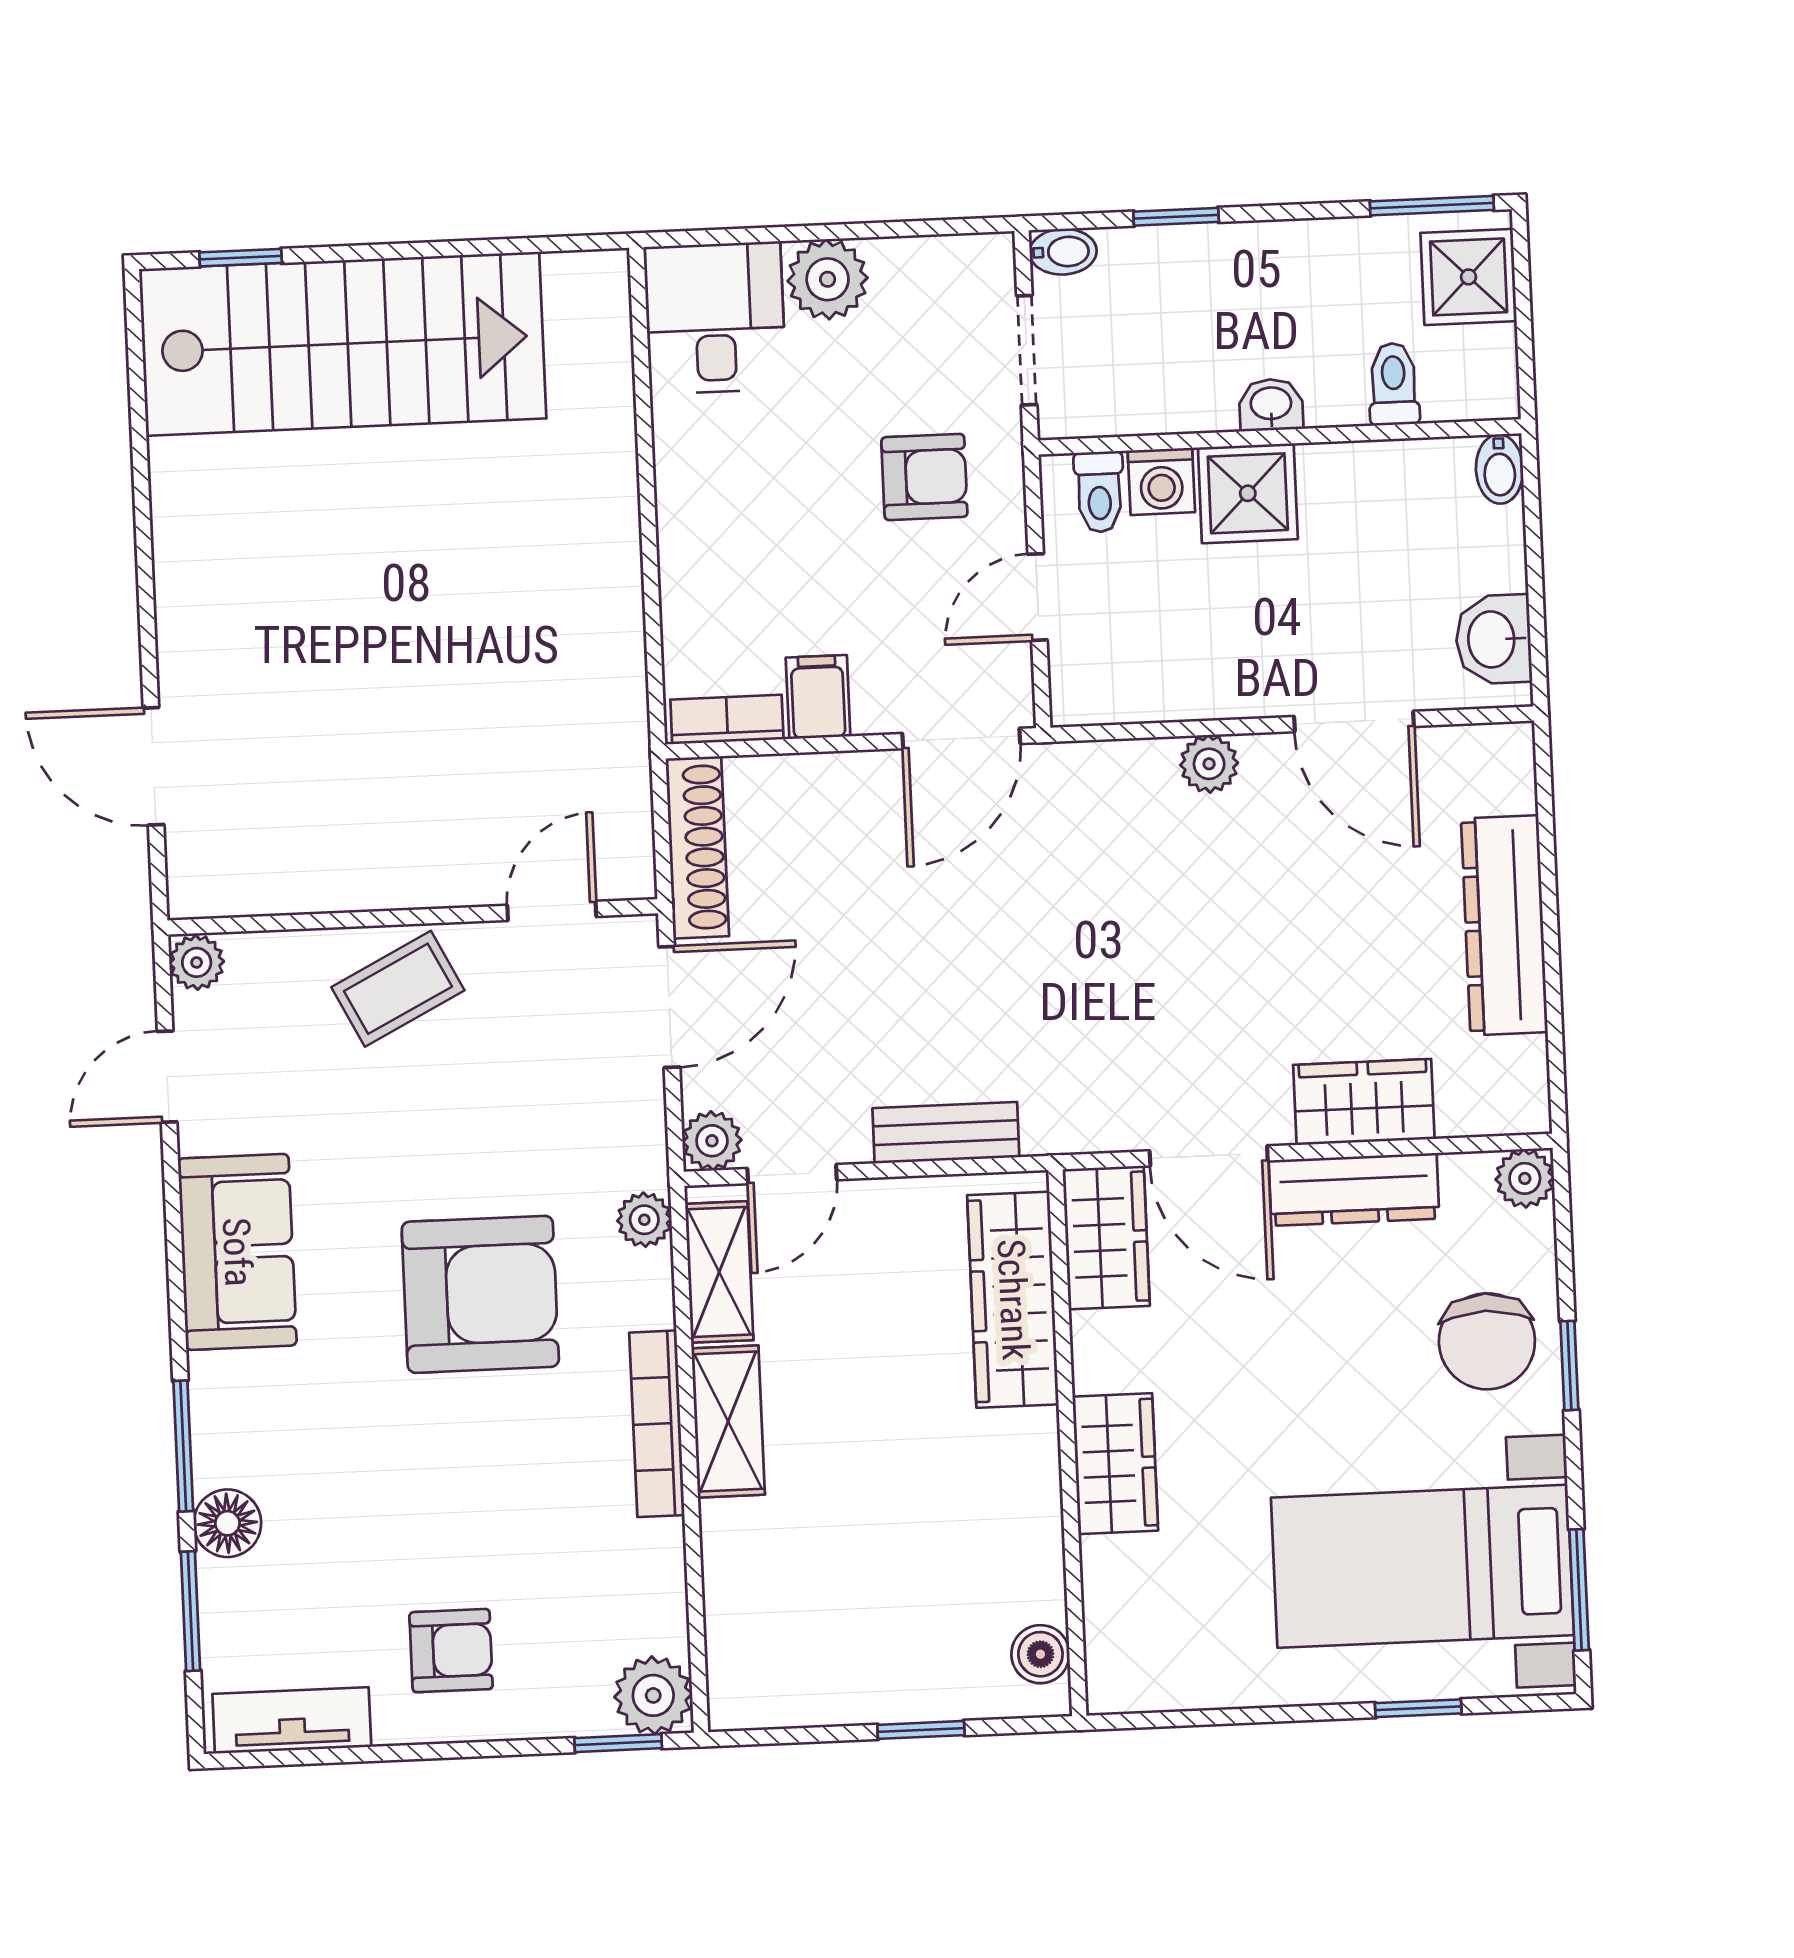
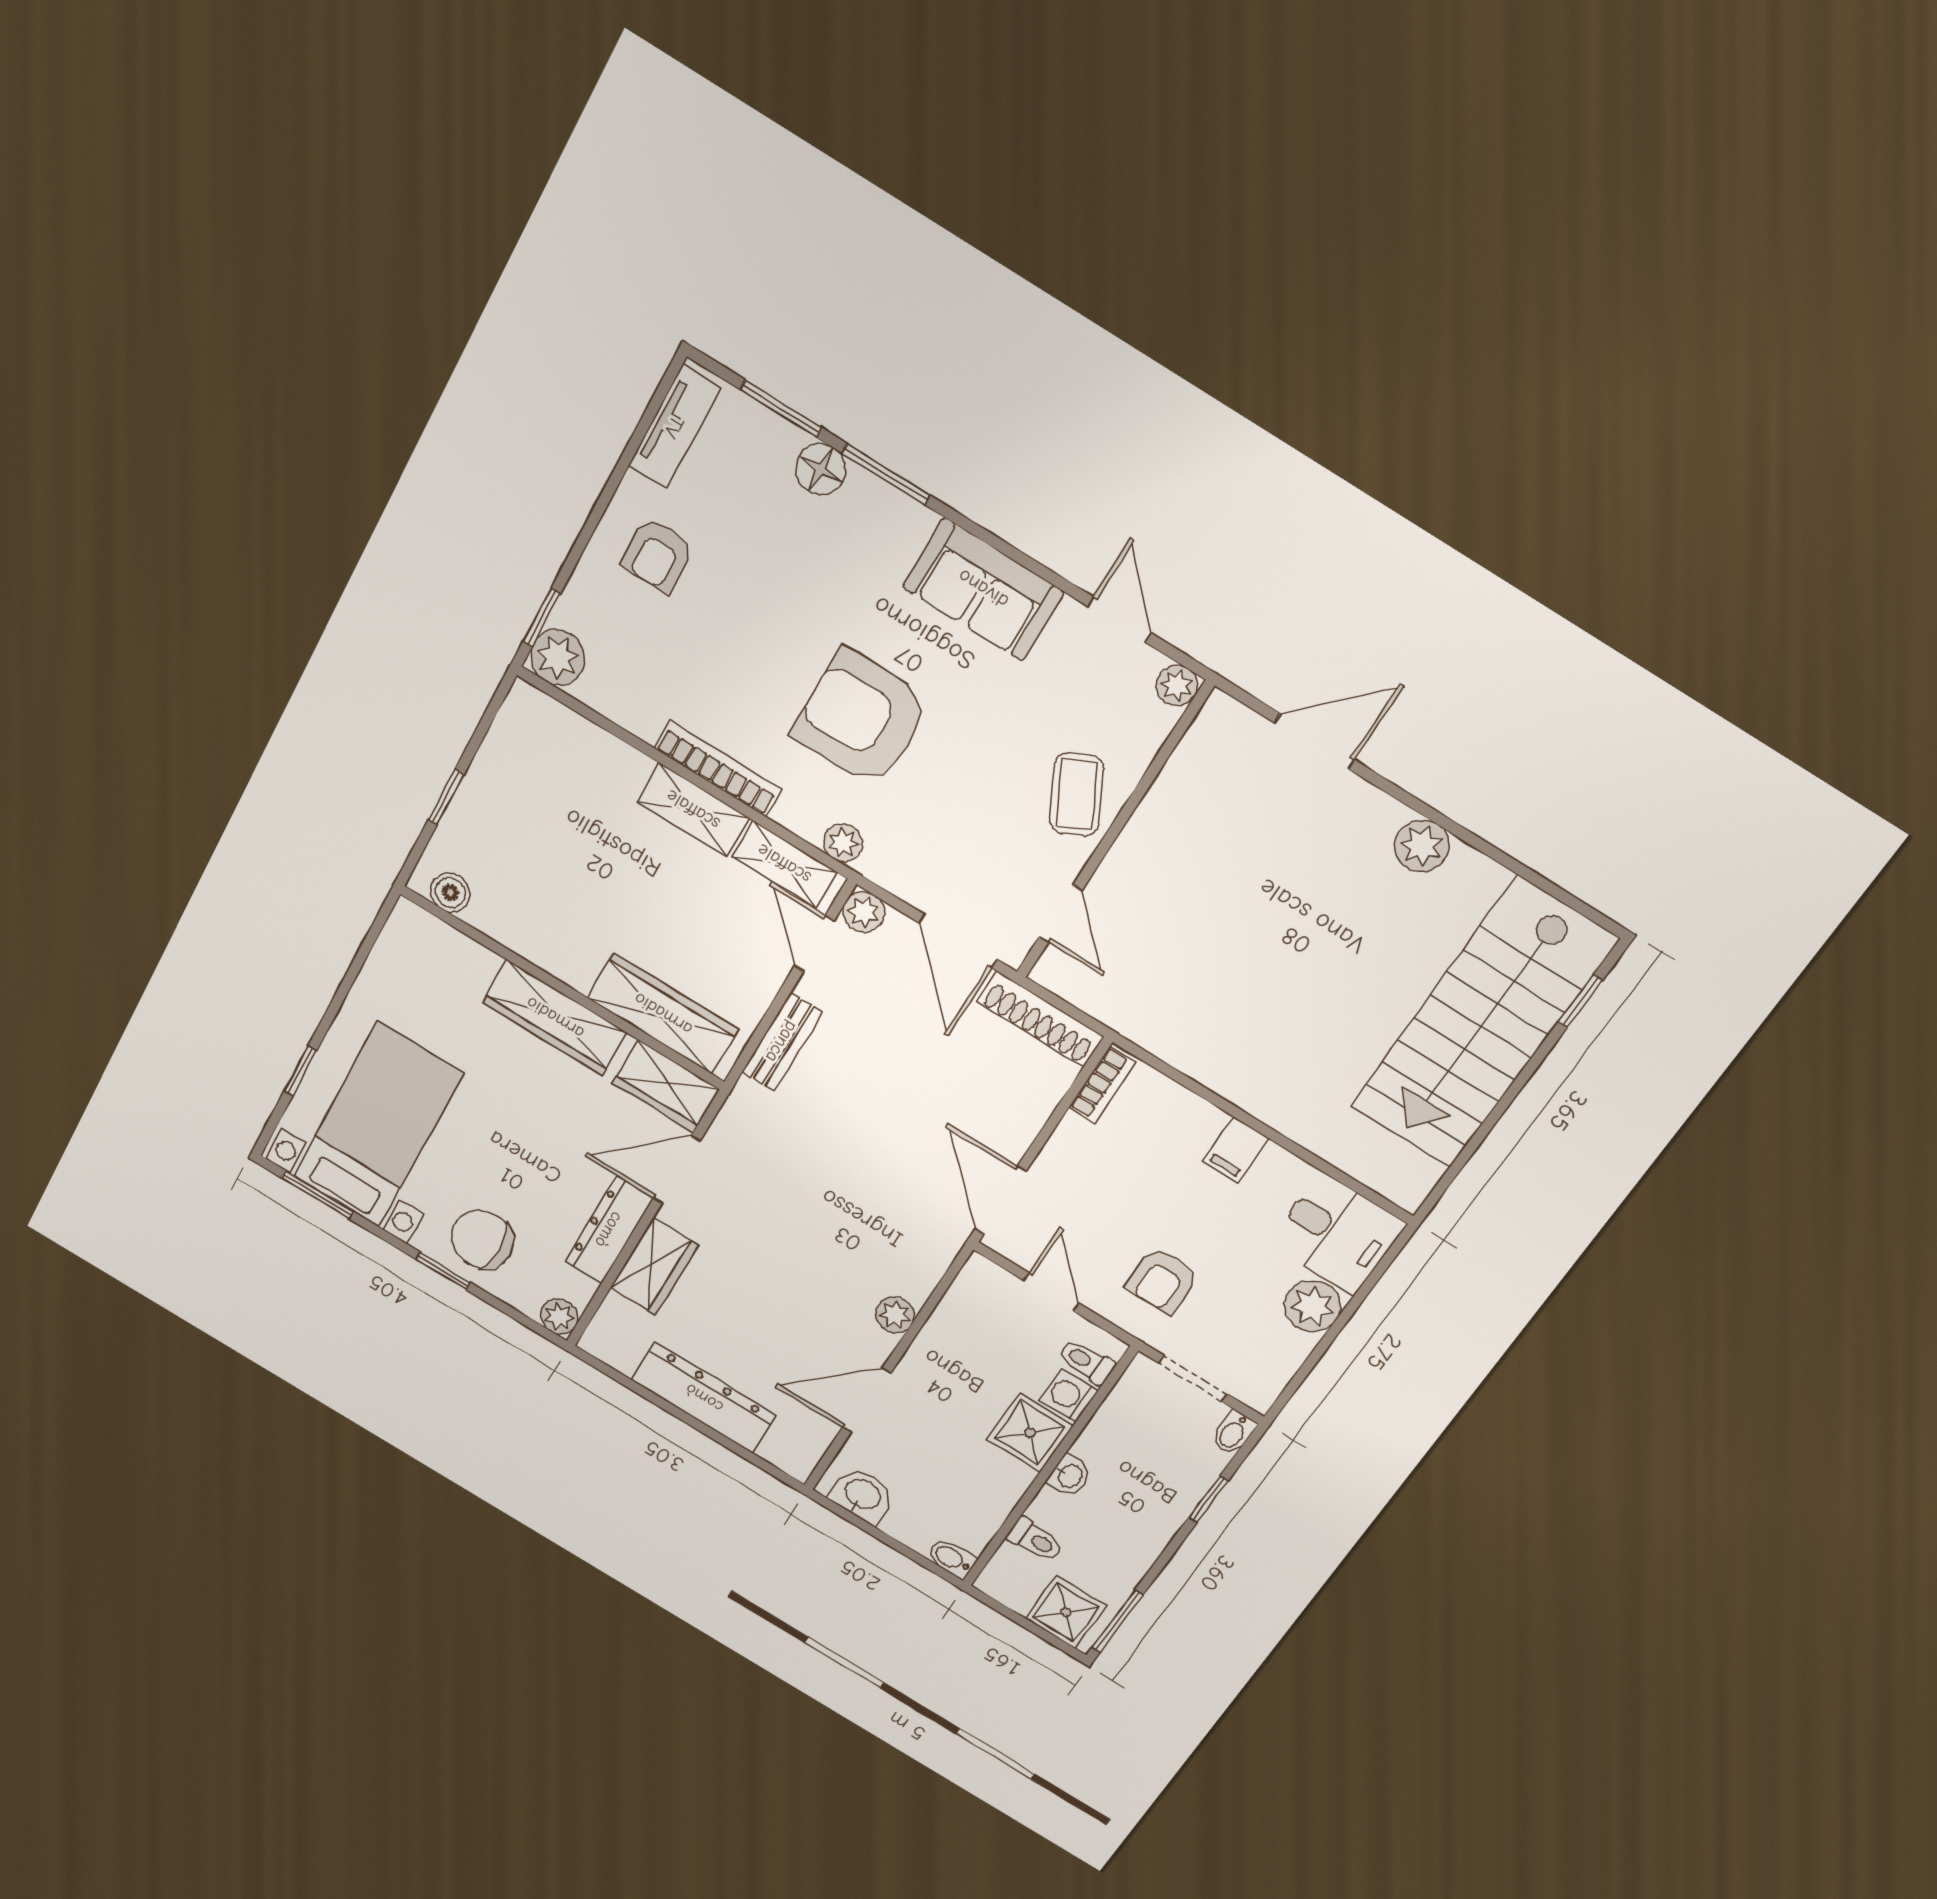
plant: (188, 563) -> (1422, 846), added
filing cabinet: (818, 697) -> (1236, 1150), moved, turned 90
armchair: (480, 1294) -> (861, 718), turned 90
wardrobe: (1115, 1464) -> (555, 1018), width x1.50

